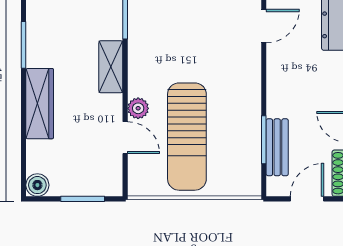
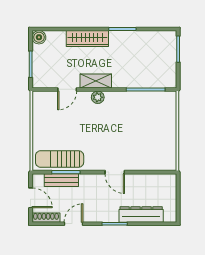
door: (264, 26) -> (115, 172), moved
shelving: (111, 67) -> (96, 81), moved
plant: (138, 108) -> (98, 97), moved
sun lounger: (187, 137) -> (60, 159), moved, width x0.73, depth x0.75

